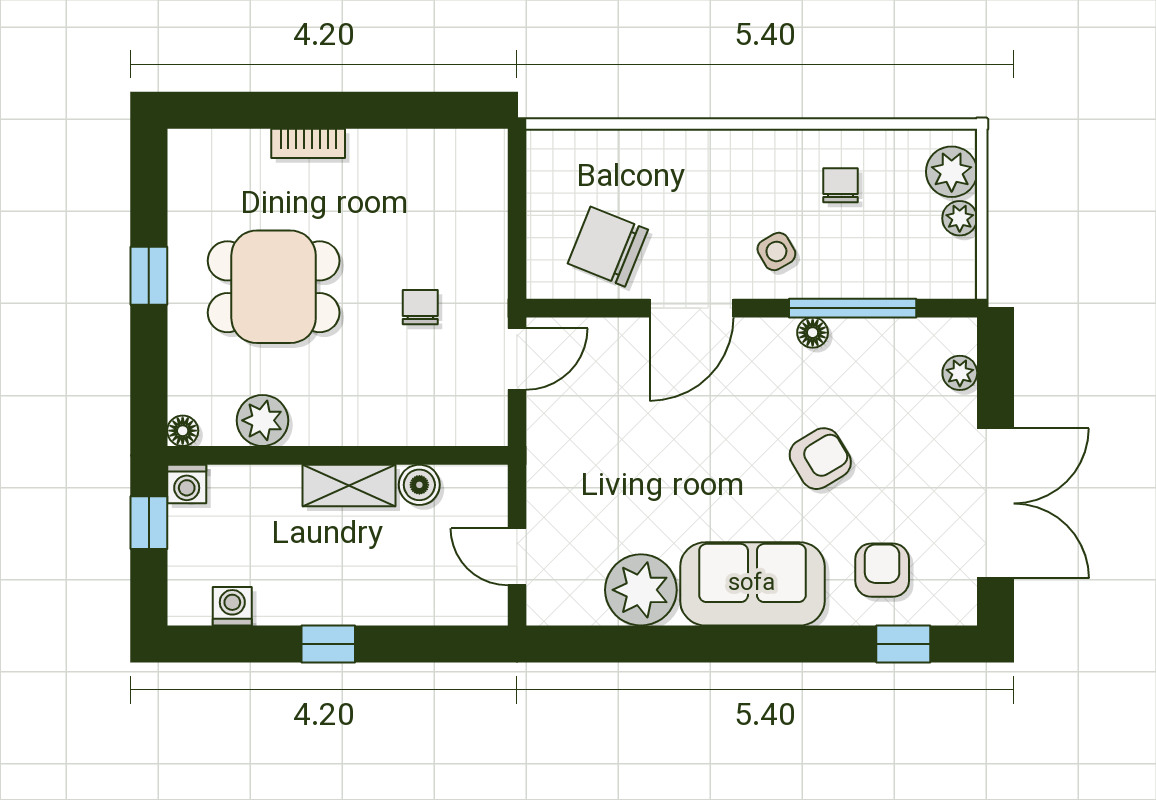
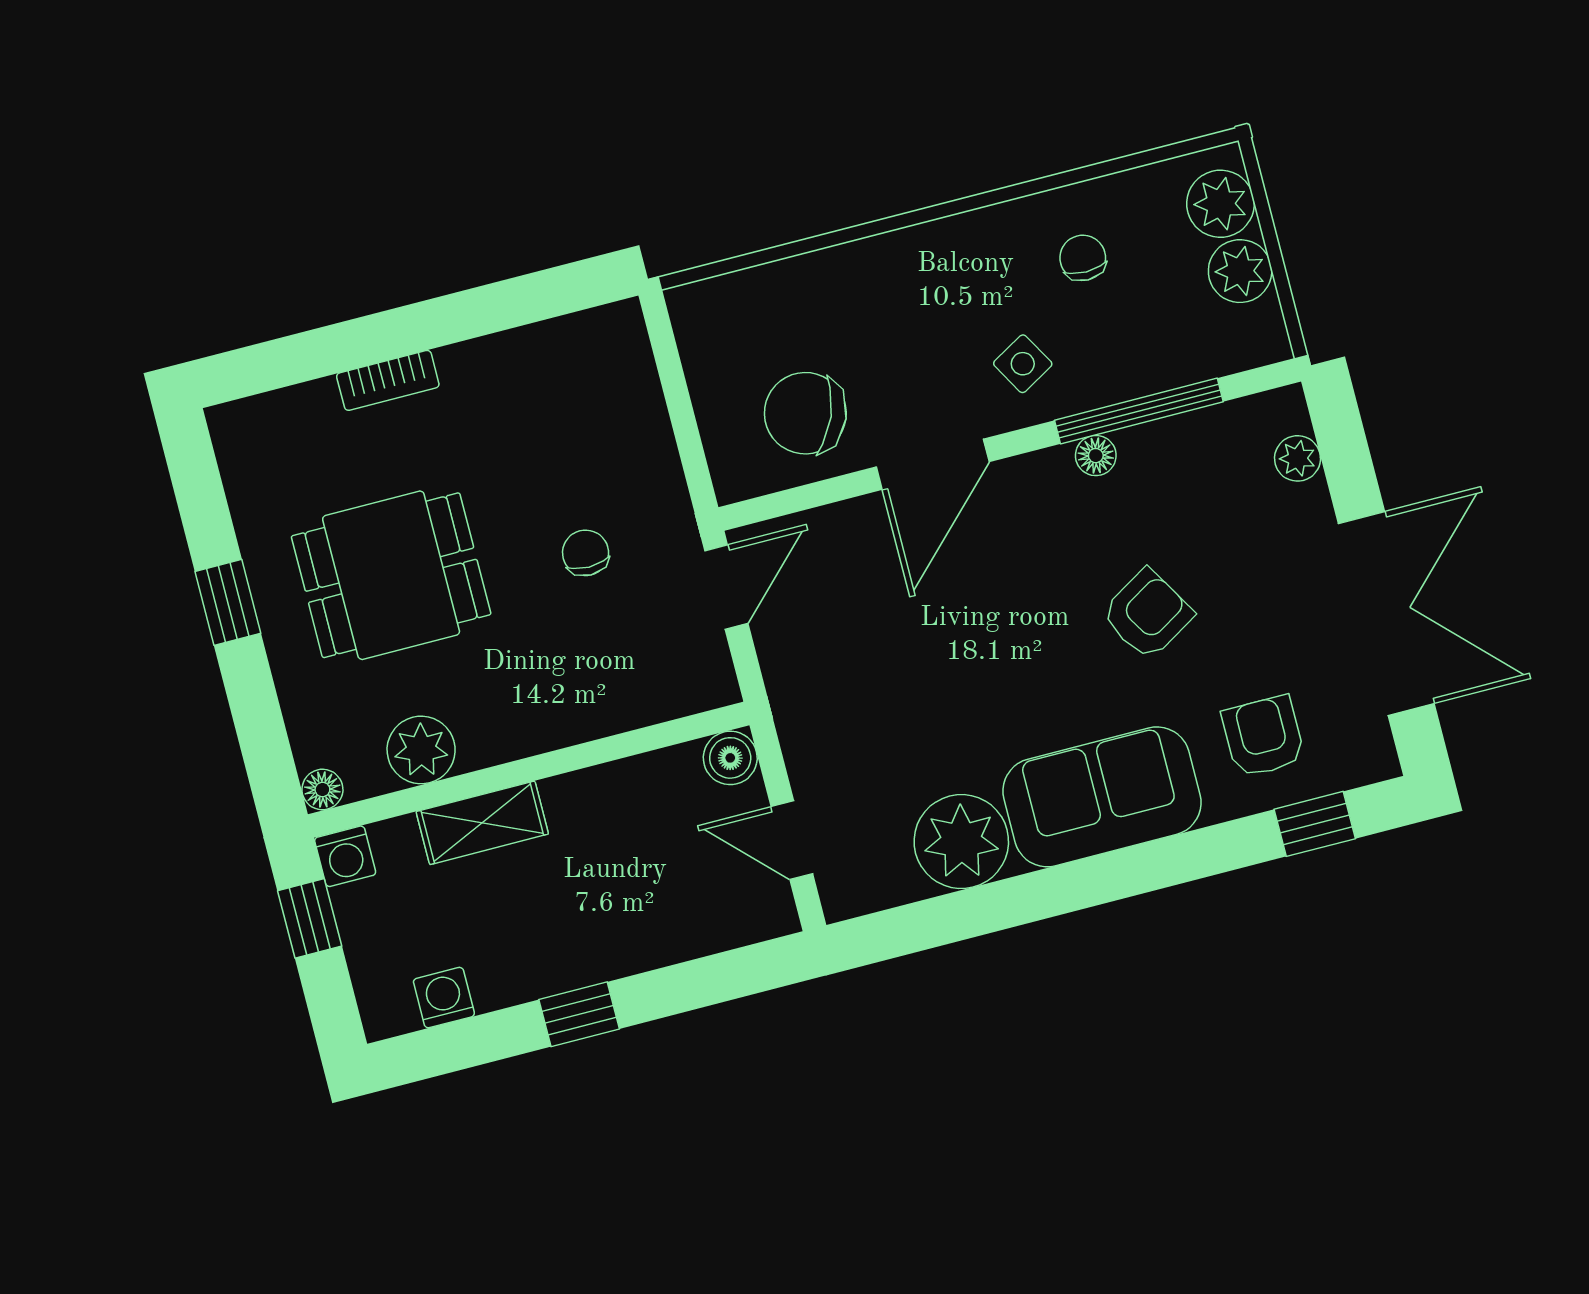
plant: (960, 218) -> (1240, 271), width x1.38, depth x1.38
shelving: (349, 485) -> (482, 823), moved
boiler: (419, 485) -> (730, 758), moved

